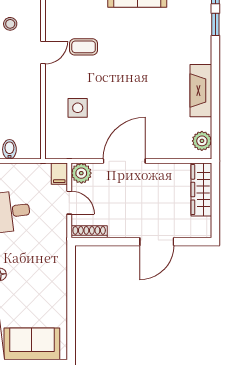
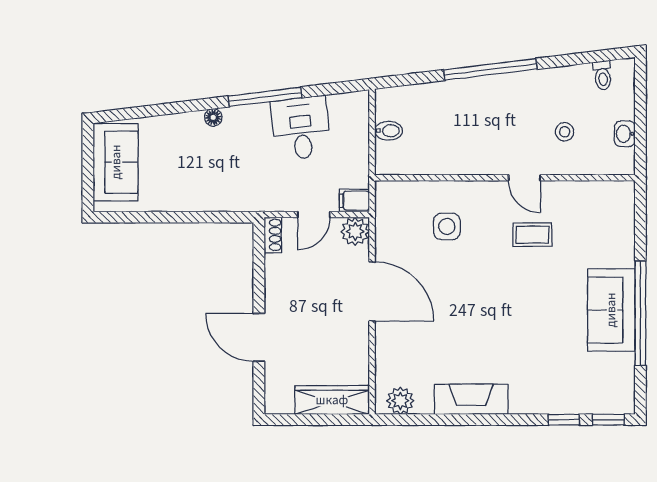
coffee table: (84, 47) -> (532, 235), turned 90
shoe rack: (89, 232) -> (273, 235), width x0.70

